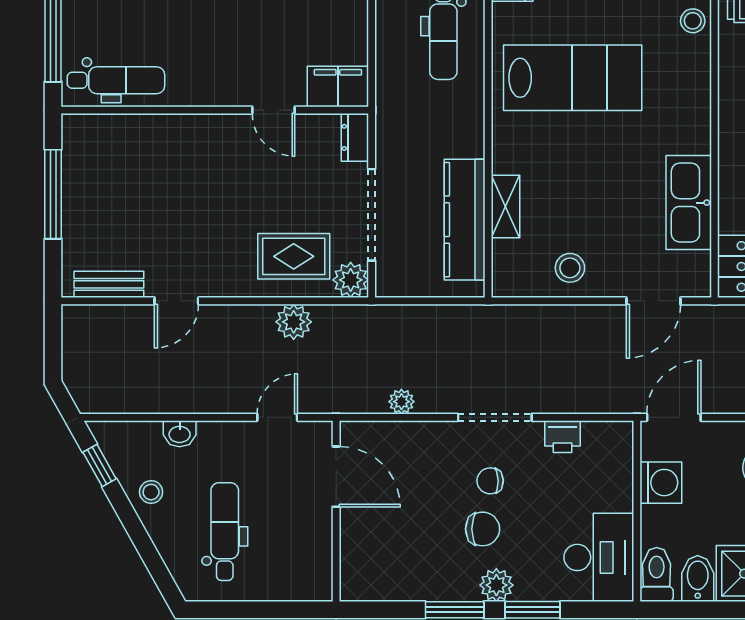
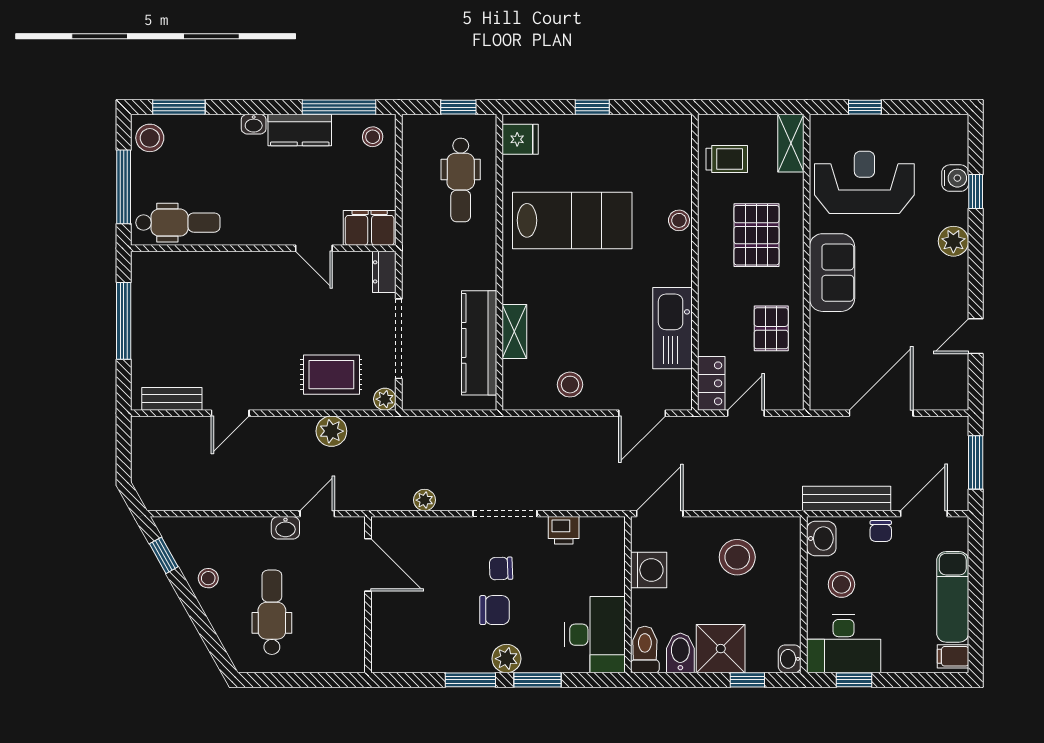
stool: (693, 21) -> (679, 220), moved
plant: (351, 280) -> (385, 399), width x0.73, depth x0.73
washbasin: (180, 434) -> (285, 528), moved

